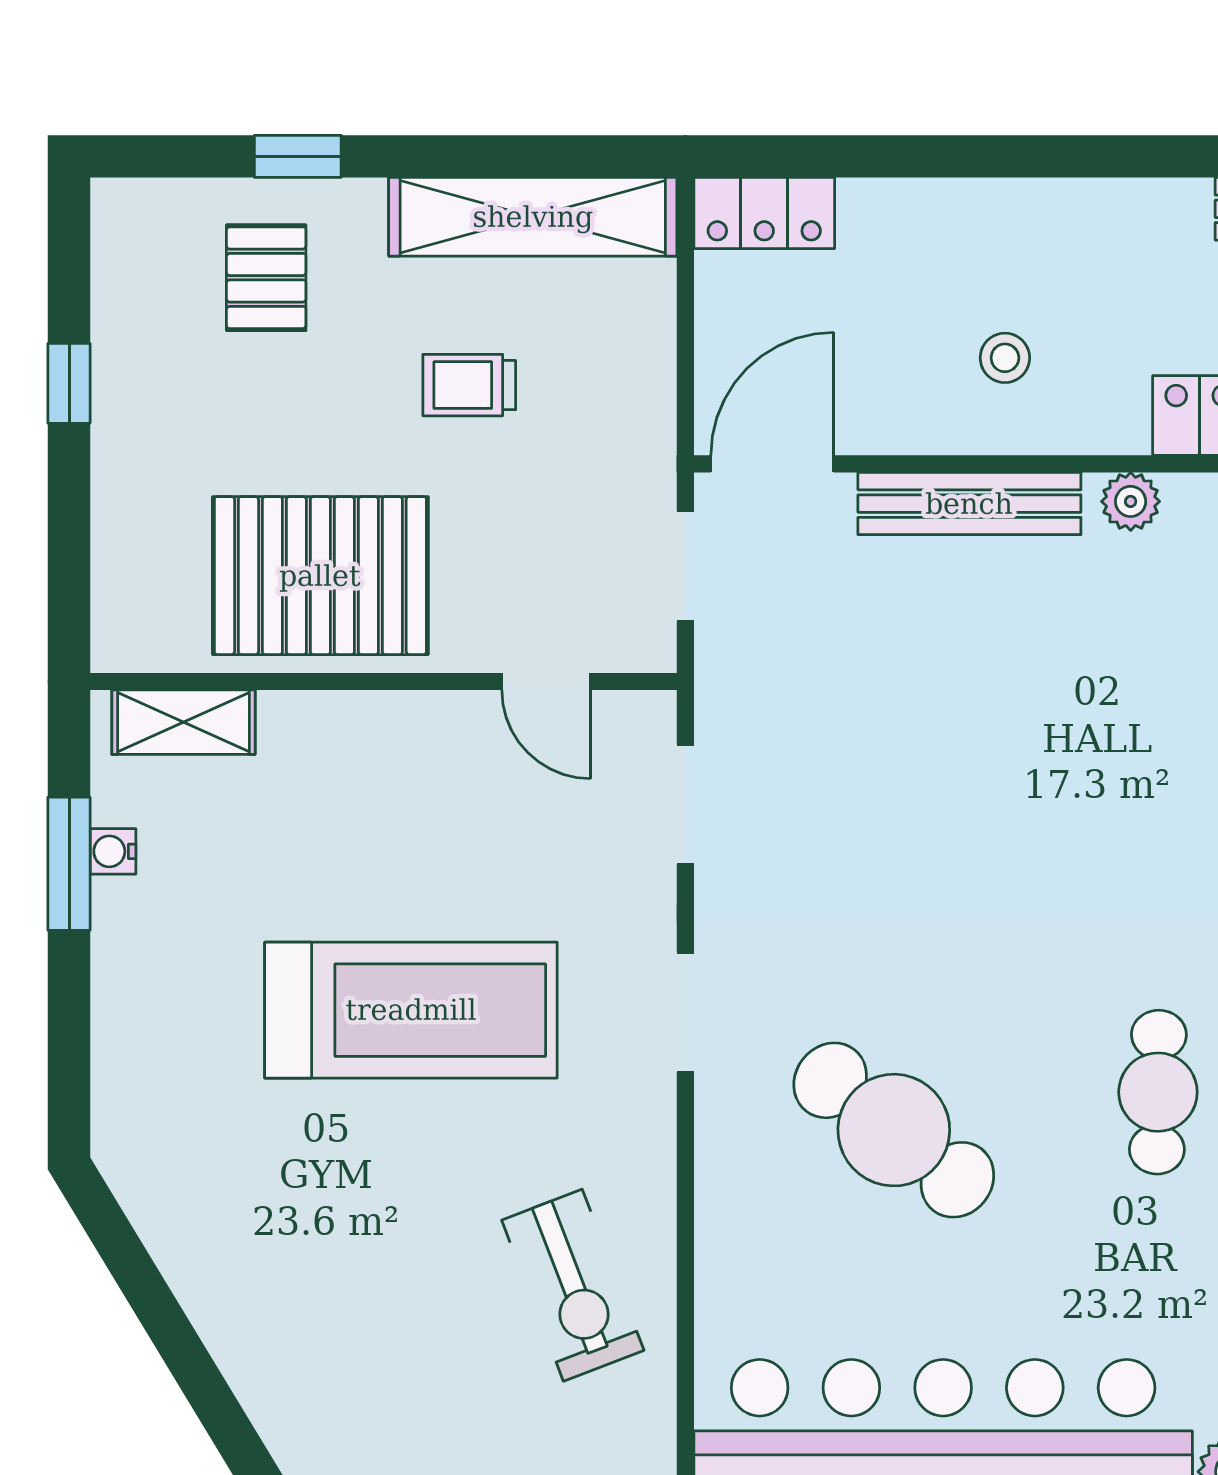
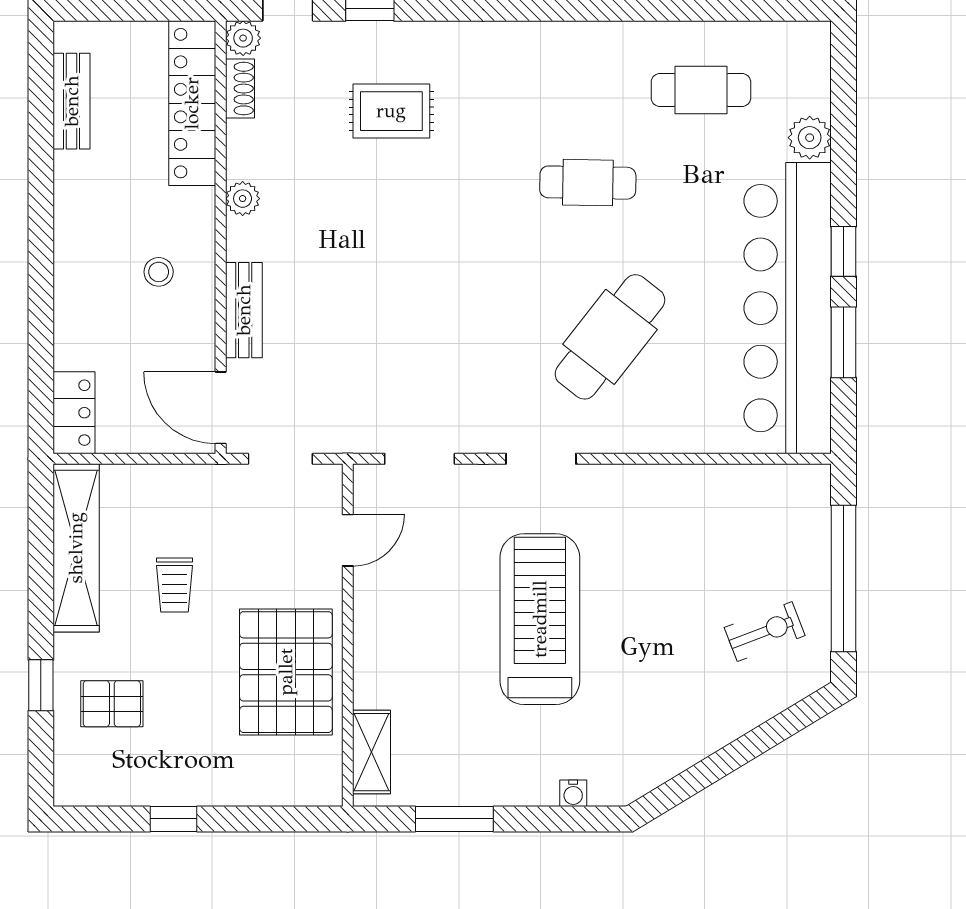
bench: (969, 504) -> (244, 310), width x0.73
water cooler: (113, 851) -> (573, 793), moved
exercise bike: (573, 1285) -> (765, 632), moved, width x0.73, depth x0.72

